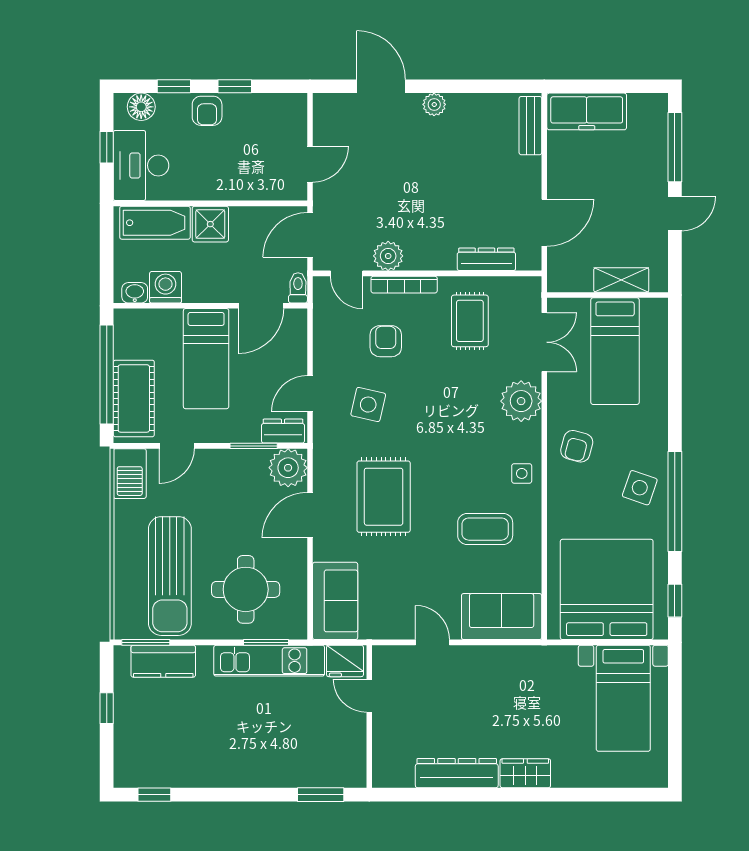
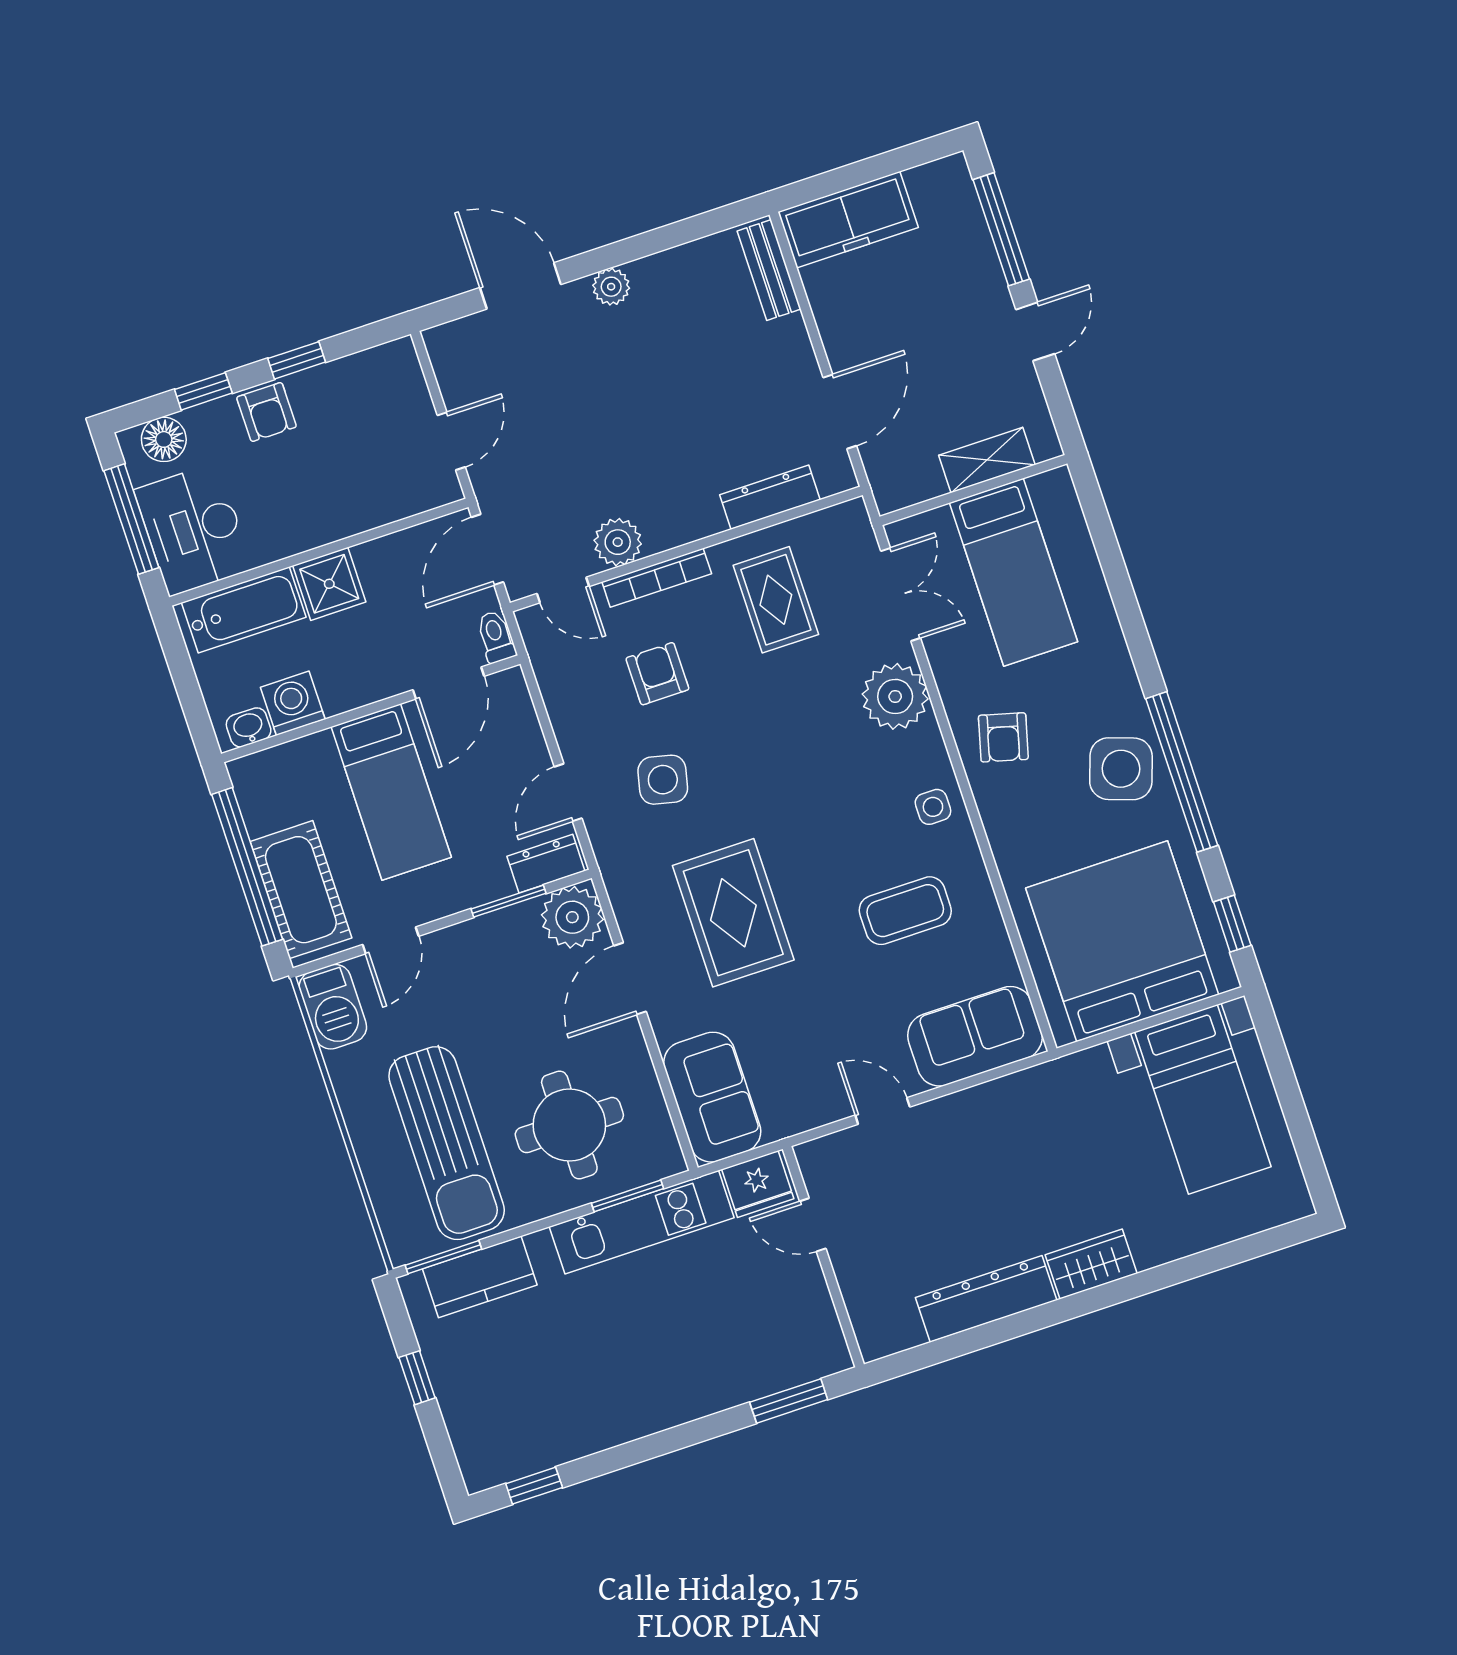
window: (107, 147) -> (131, 519), width x2.17
side table: (640, 488) -> (1121, 769), width x1.37, depth x1.37

